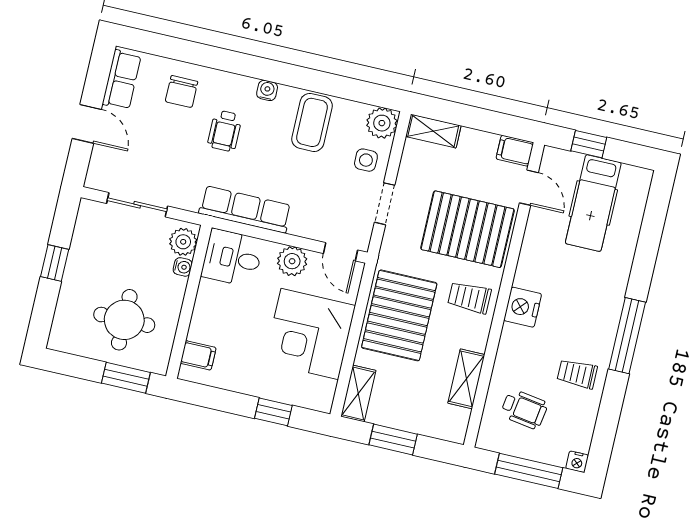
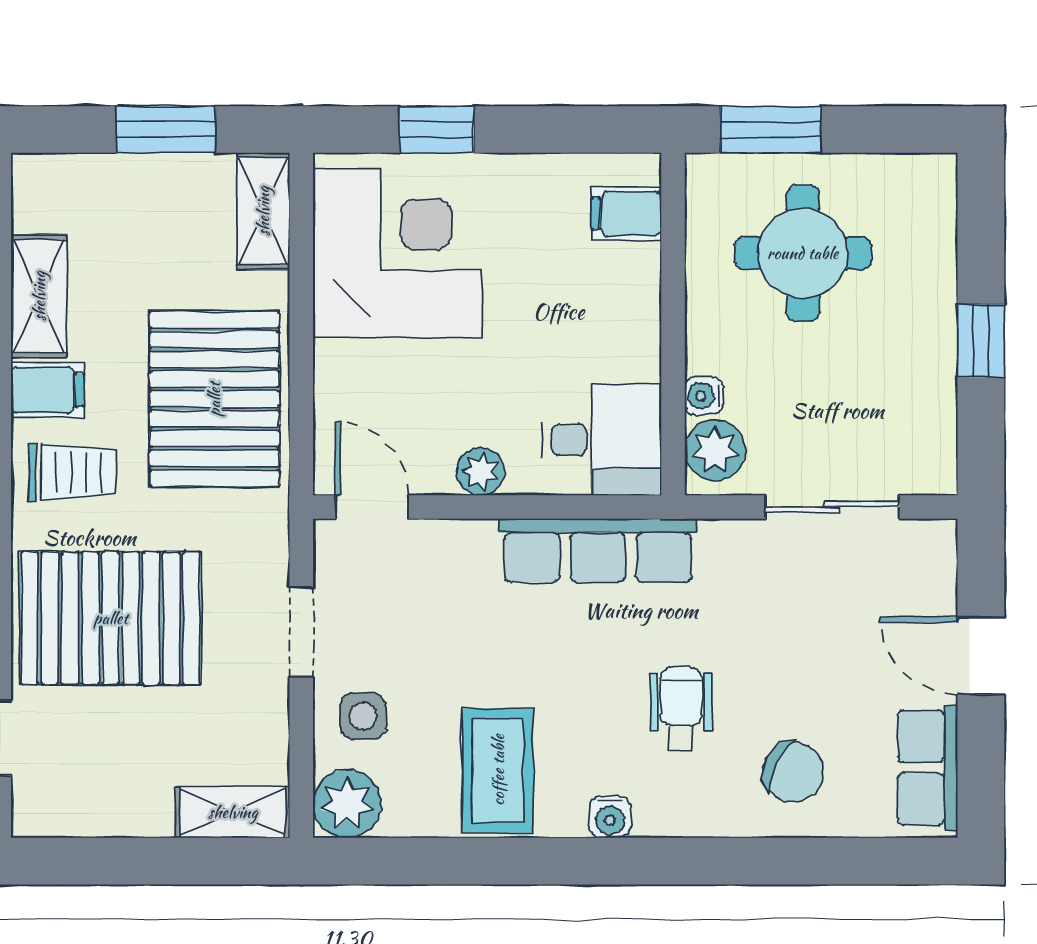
chair: (182, 92) -> (793, 772), turned 117
filing cabinet: (515, 151) -> (48, 390), moved
plant: (292, 261) -> (480, 471), width x0.73, depth x0.73
corner desk: (310, 334) -> (397, 253), moved

